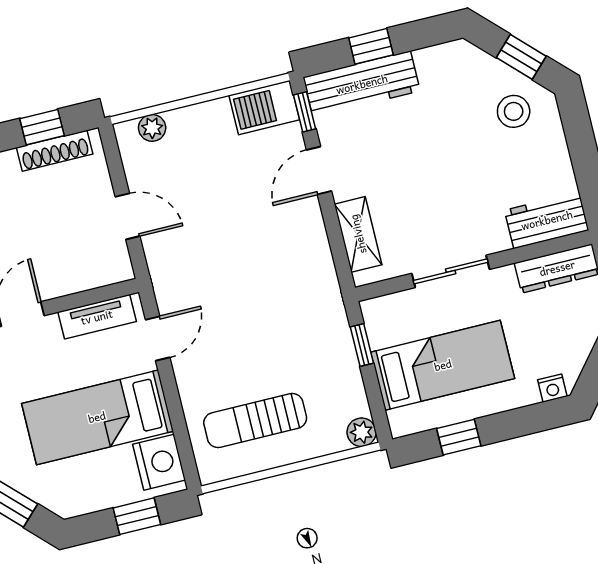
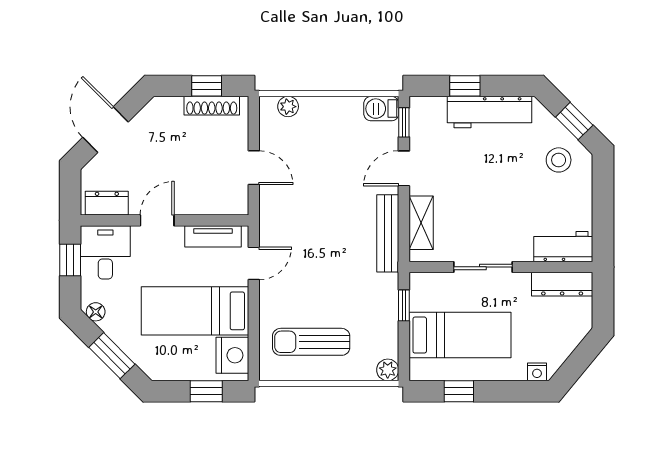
workbench: (362, 84) -> (490, 112), moved
barbecue: (264, 108) -> (381, 109), width x0.73, depth x0.79
bench: (319, 258) -> (388, 233), added

